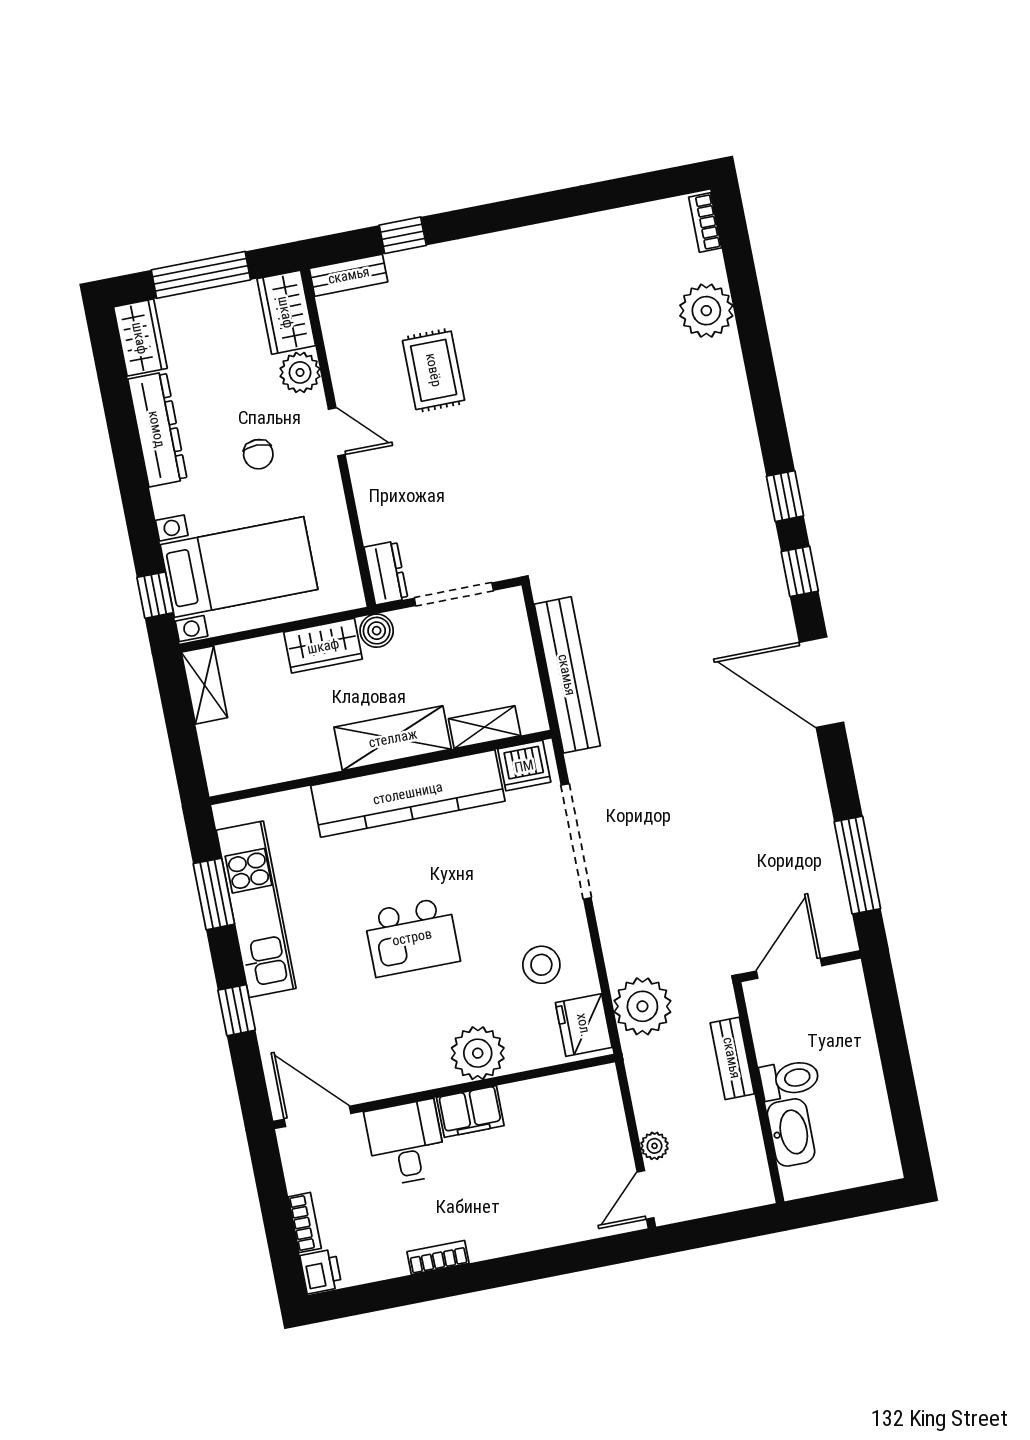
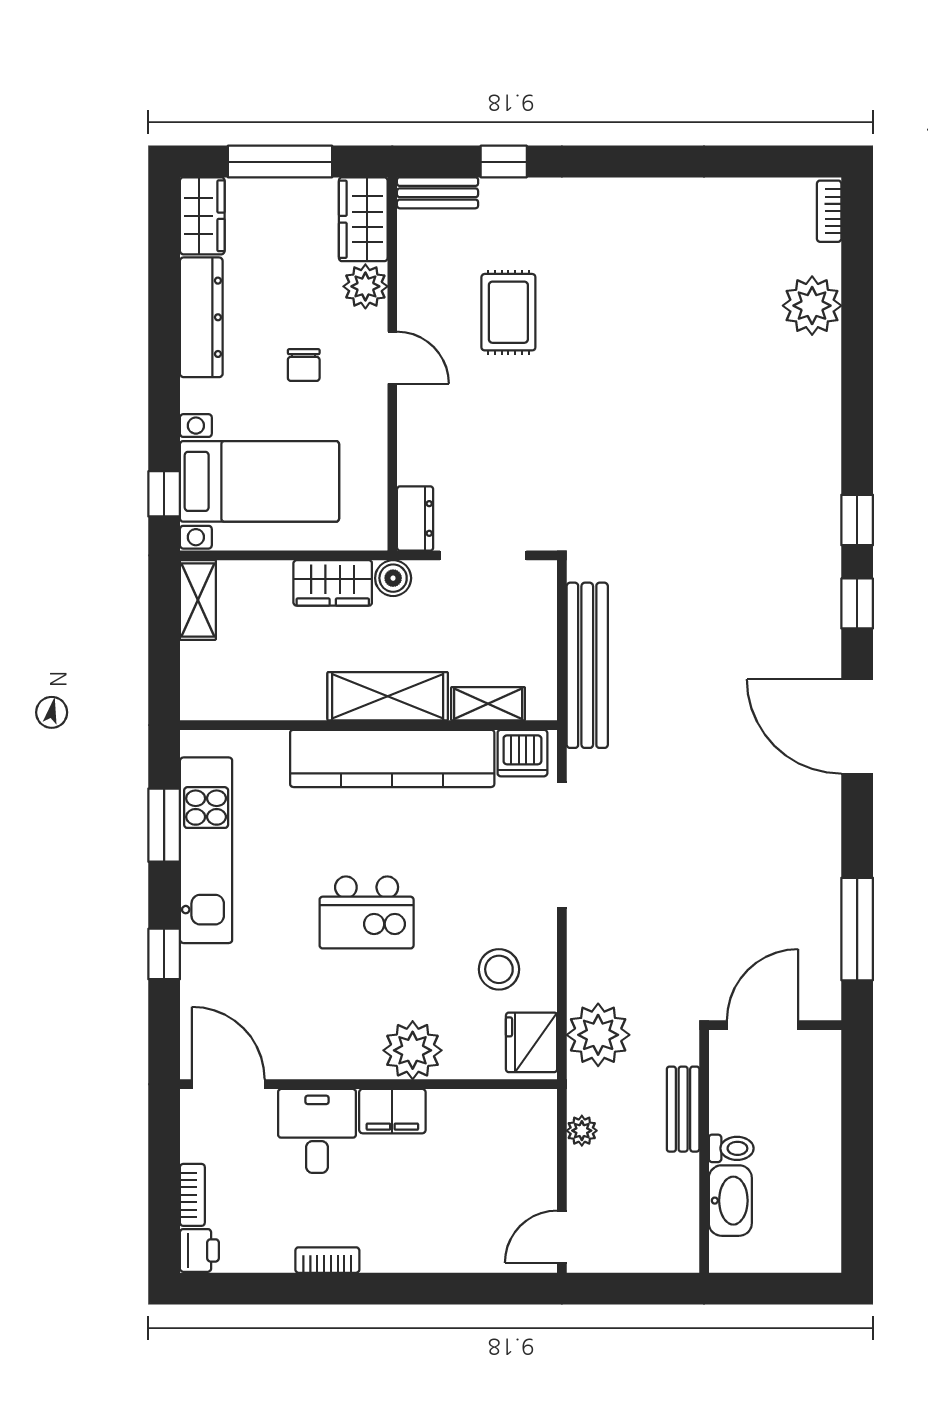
toilet: (789, 1079) -> (731, 1148), width x0.73, depth x0.72
plant: (654, 1146) -> (582, 1131), moved

